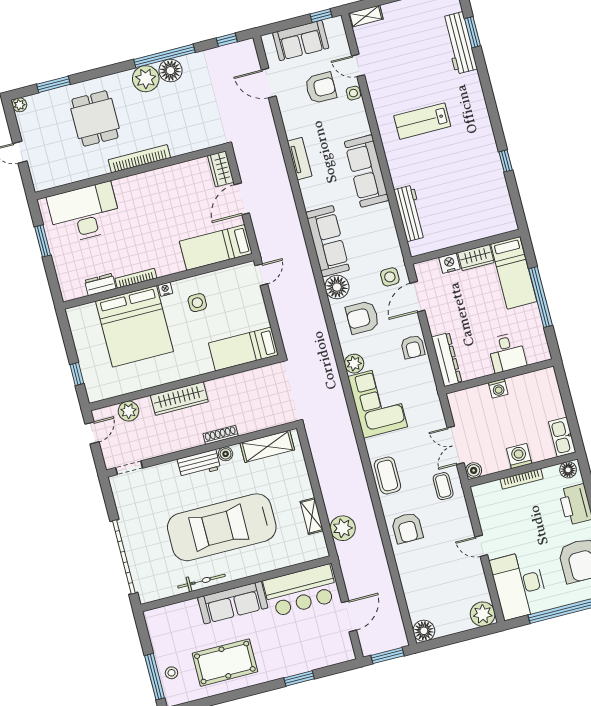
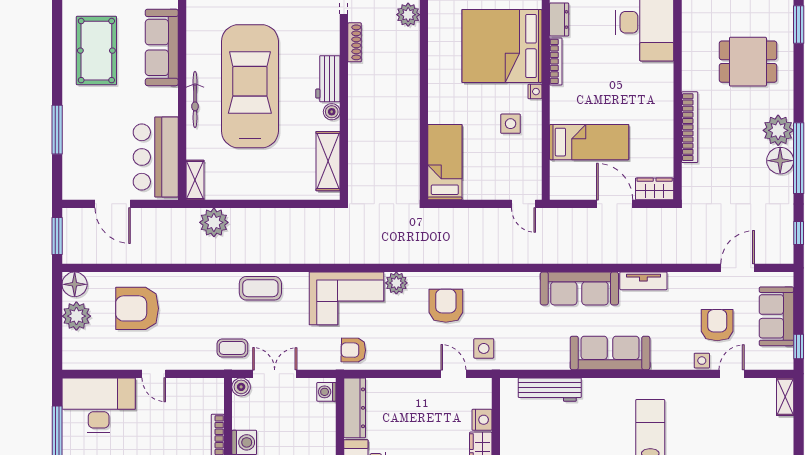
armchair: (321, 88) -> (717, 325), turned 180
bookcase: (139, 159) -> (690, 127), moved
sofa: (328, 241) -> (579, 288), moved
bed: (216, 247) -> (589, 142), moved, turned 90
floor lamp: (337, 287) -> (488, 286), removed
door: (417, 297) -> (453, 374), width x0.73
armchair: (413, 347) -> (353, 350), moved
dresser: (447, 360) -> (355, 408), moved, turned -90
washing machine: (498, 389) -> (326, 392), moved
wardrobe: (179, 398) -> (408, 76), removed
shoe rack: (221, 435) -> (355, 42), moved
shelving: (312, 516) -> (195, 180), moved, turned 90
armchair: (407, 528) -> (137, 308), moved, width x1.36, depth x1.36
door: (481, 546) -> (154, 374), swing flipped
bicycle: (201, 581) -> (195, 100), moved
sofa: (233, 603) -> (162, 47), moved
plant: (483, 614) -> (76, 316), moved
window: (299, 678) -> (57, 130), width x1.44

